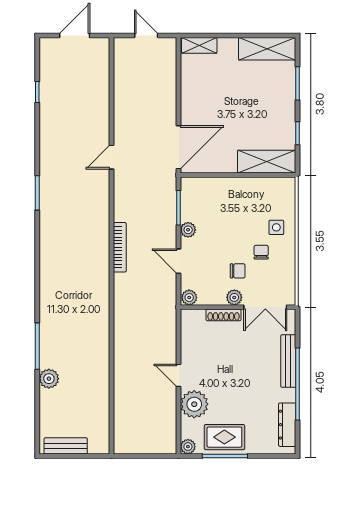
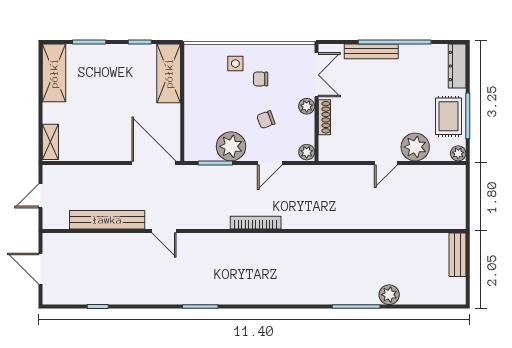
bench: (123, 101) -> (107, 220), added
plant: (188, 230) -> (231, 146), width x1.88, depth x1.88
chair: (238, 271) -> (266, 120), moved, turned -110
dresser: (287, 425) -> (457, 66), moved, turned 90
bench: (66, 446) -> (457, 255), moved

